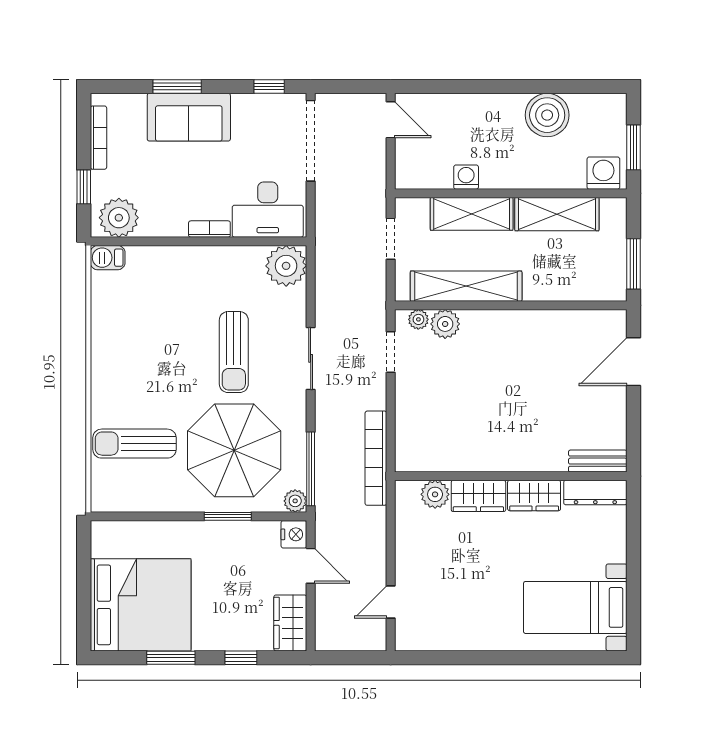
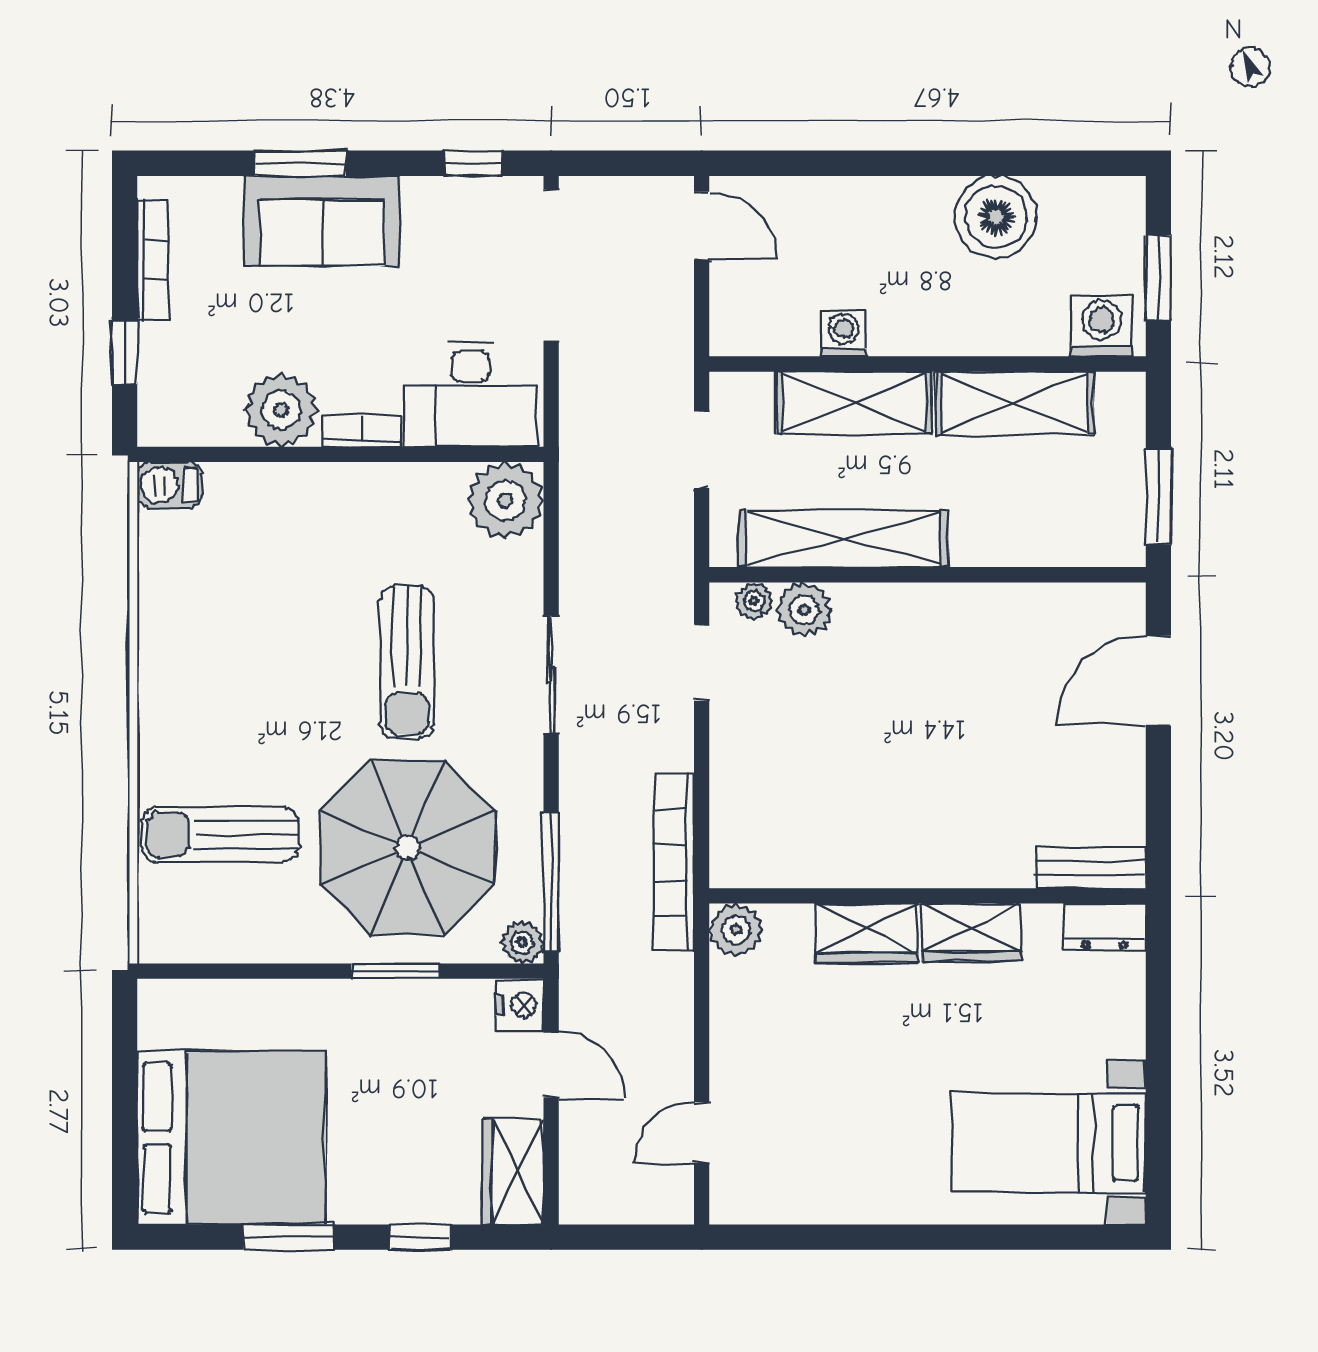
plant: (119, 218) -> (281, 410), moved
dresser: (595, 493) -> (1105, 927), width x0.70
plant: (435, 494) -> (736, 930), moved

